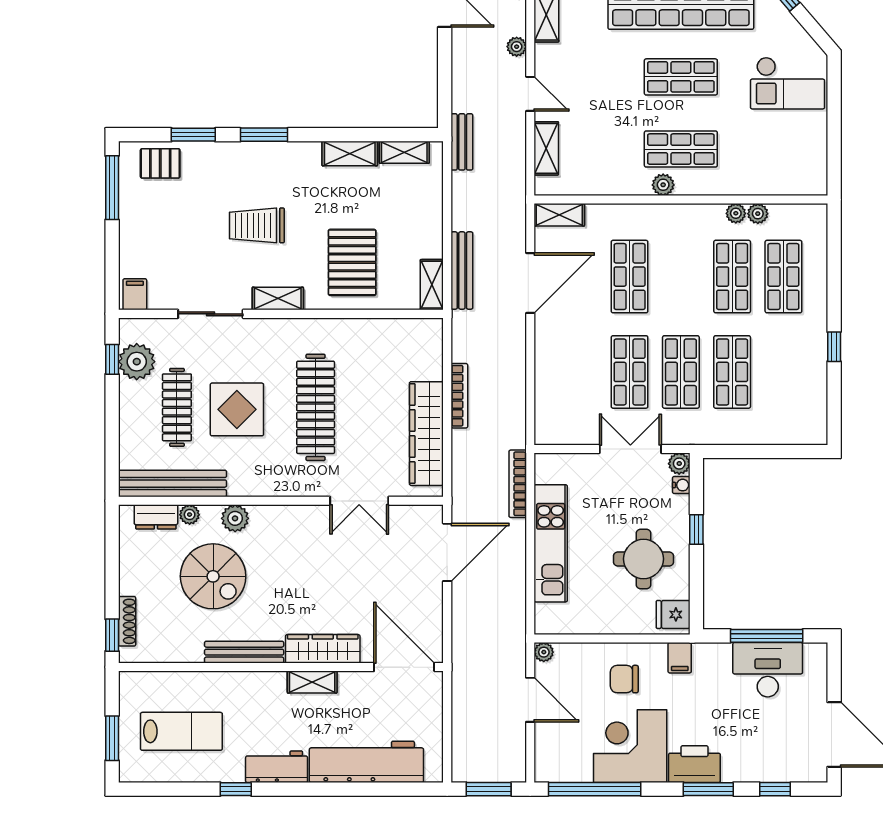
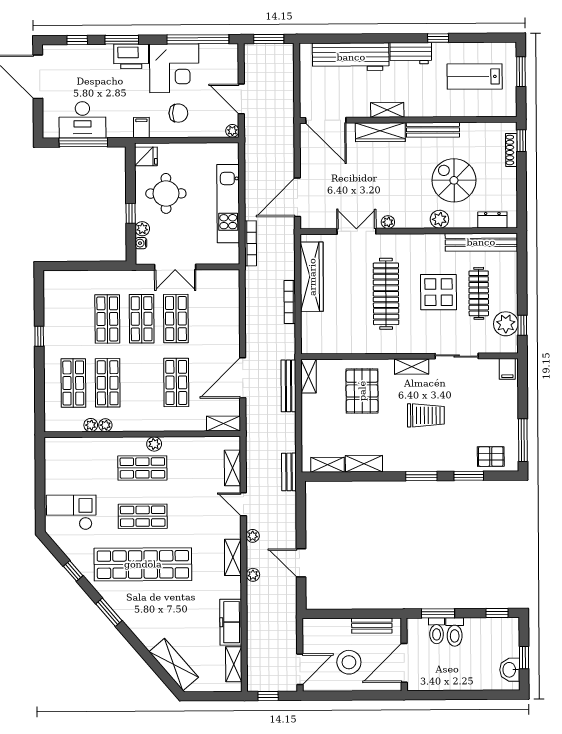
plant: (679, 464) -> (142, 229), moved
plant: (190, 515) -> (388, 222), moved

